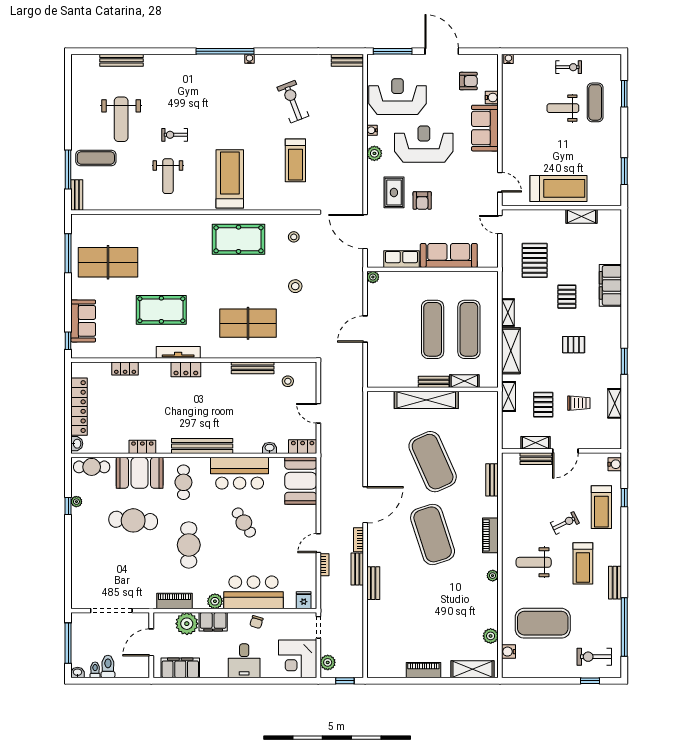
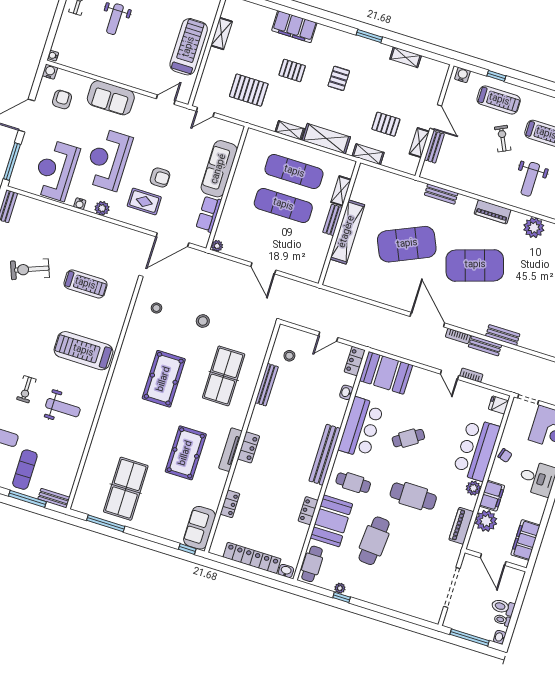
water cooler: (492, 97) -> (50, 72), moved
pool table: (239, 239) -> (164, 379), moved
sofa: (83, 321) -> (200, 528), moved, turned -90
trolley: (579, 403) -> (395, 91), removed
plant: (493, 576) -> (534, 228), width x1.88, depth x1.88

